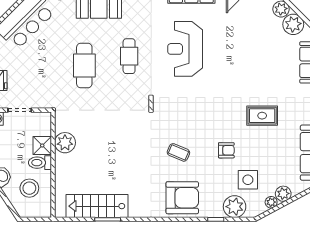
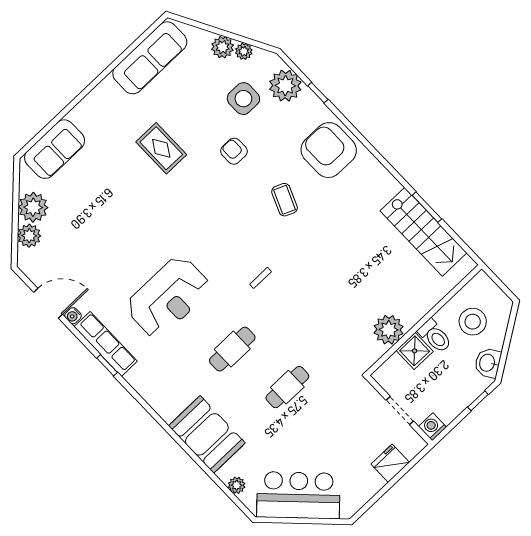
cafe table: (84, 65) -> (287, 387), width x0.73, depth x0.74

